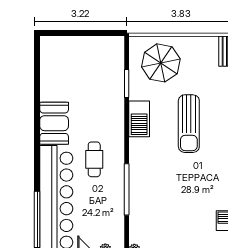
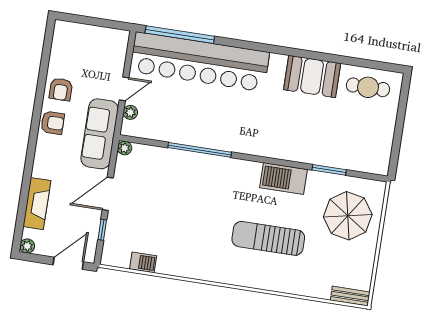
booth: (54, 123) -> (312, 76), moved
cafe table: (94, 159) -> (368, 87), moved

